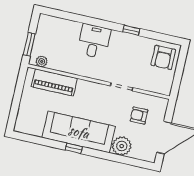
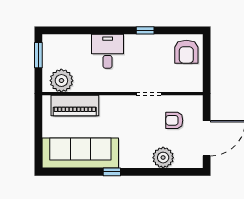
window: (29, 44) -> (38, 55), moved
plant: (42, 61) -> (61, 81), width x1.87, depth x1.87
sofa: (79, 132) -> (80, 153), moved

